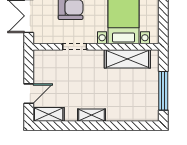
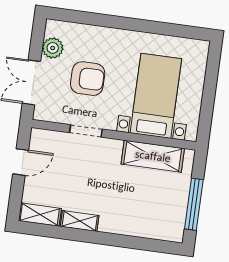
door: (29, 94) -> (21, 162), moved
shelving: (92, 115) -> (80, 221), moved

